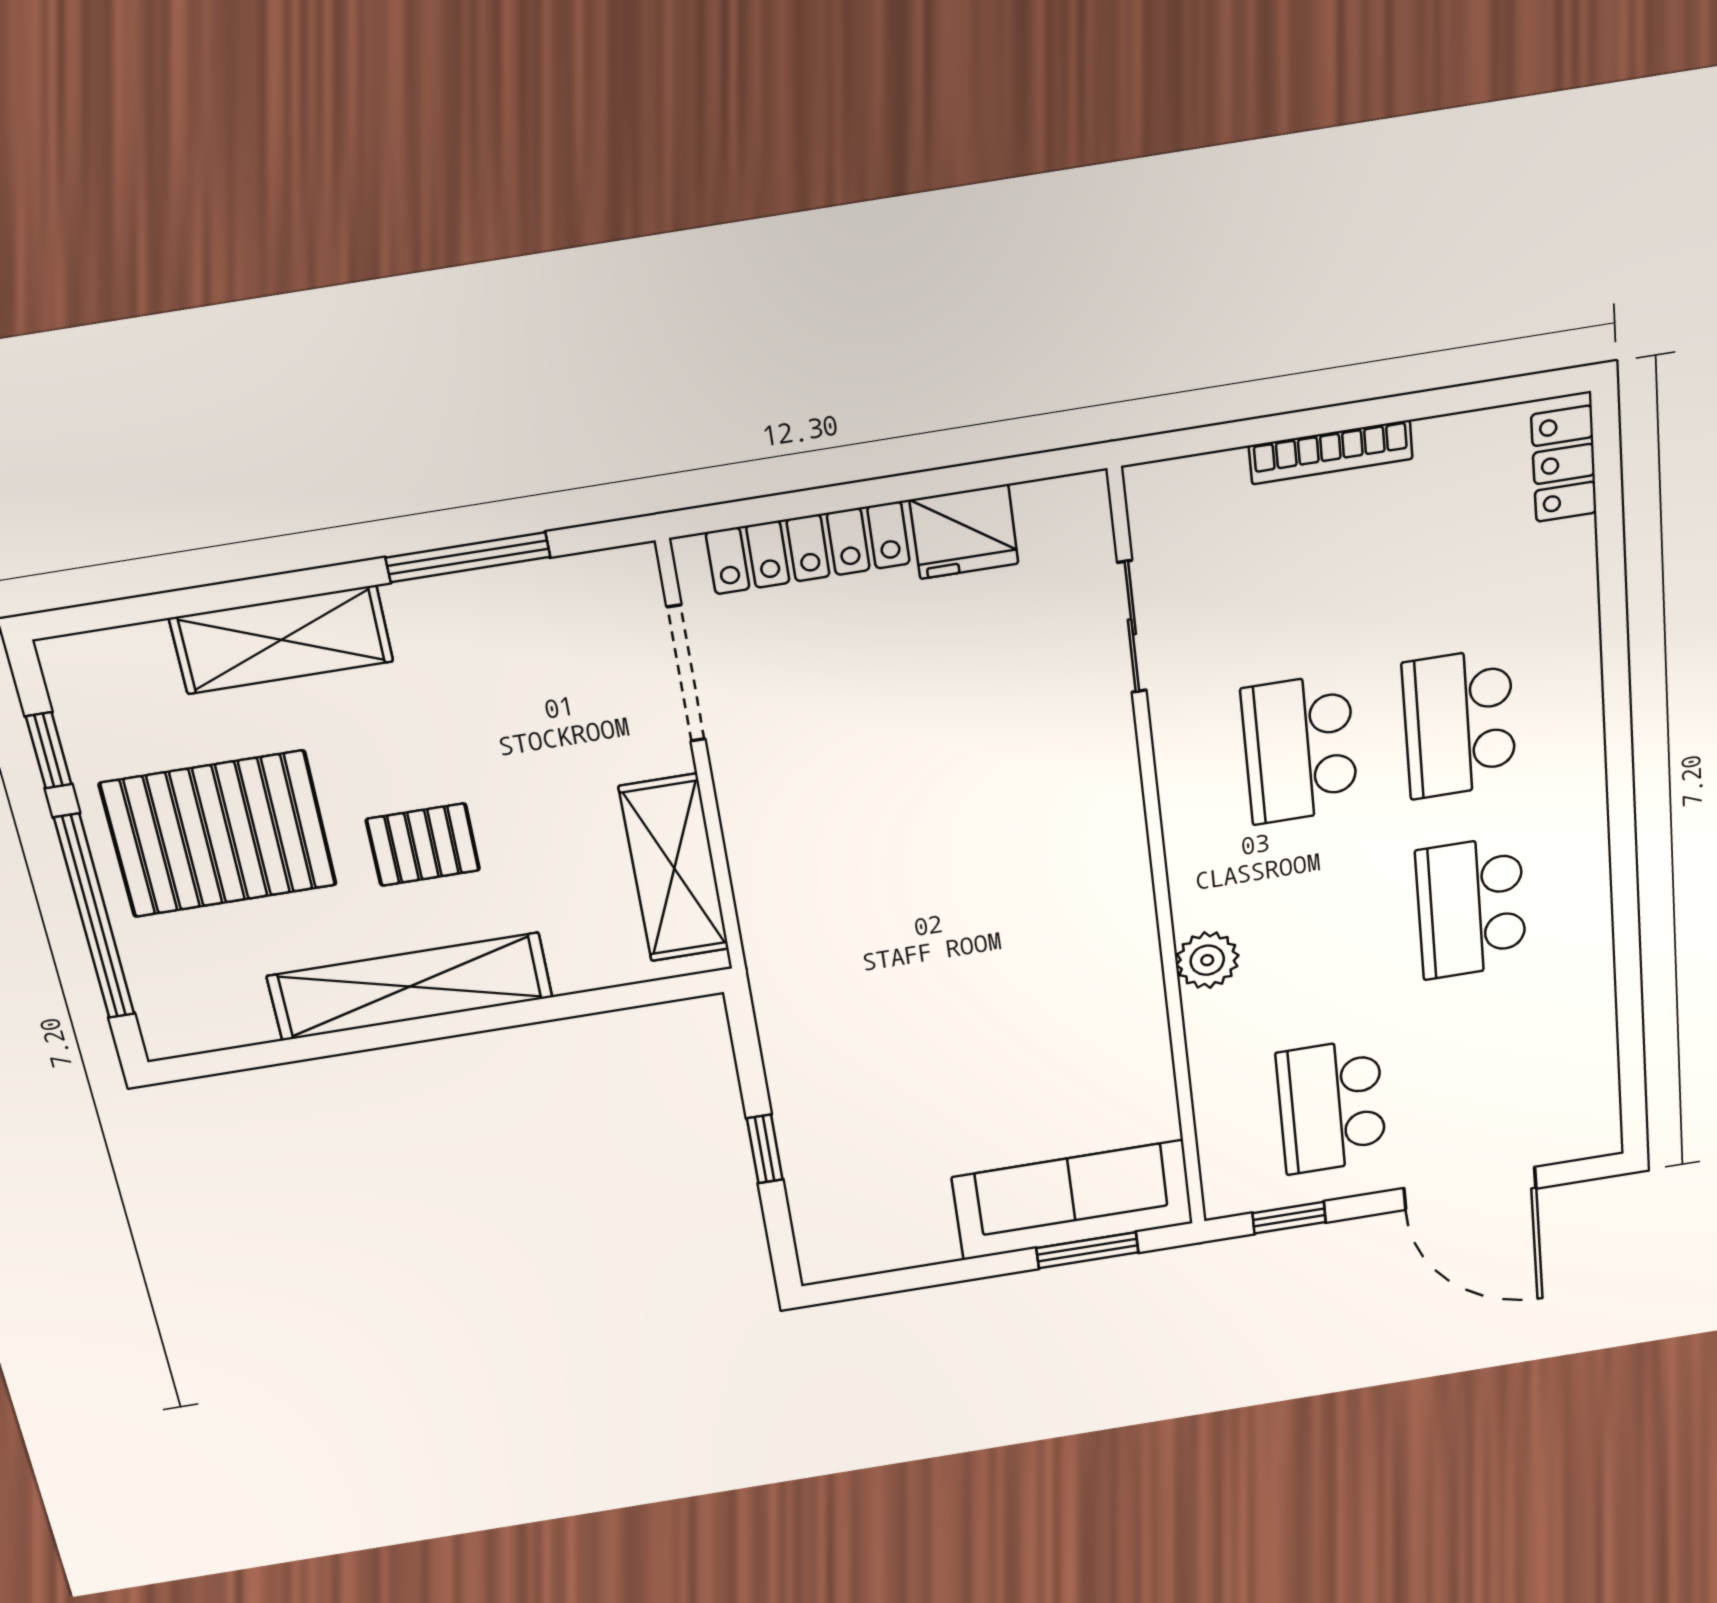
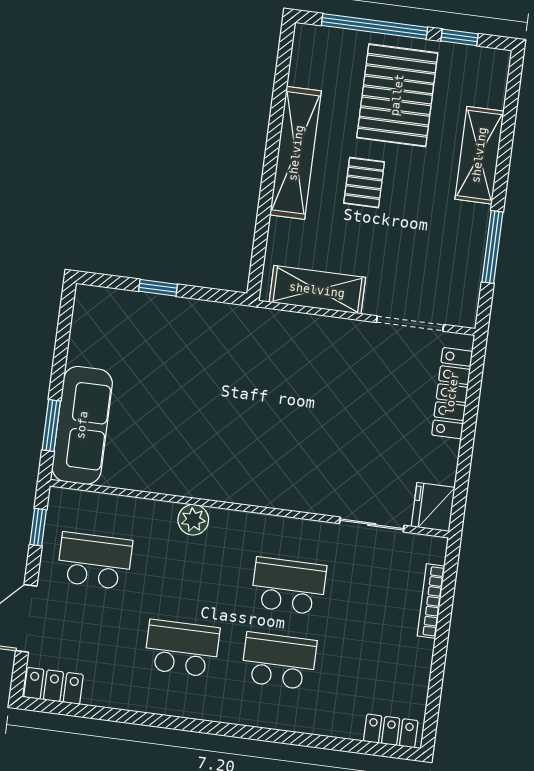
bookcase: (1331, 452) -> (431, 601), moved
fridge: (964, 532) -> (433, 507), moved
locker: (1592, 1107) -> (54, 686), added

